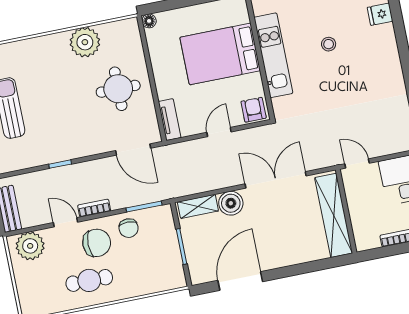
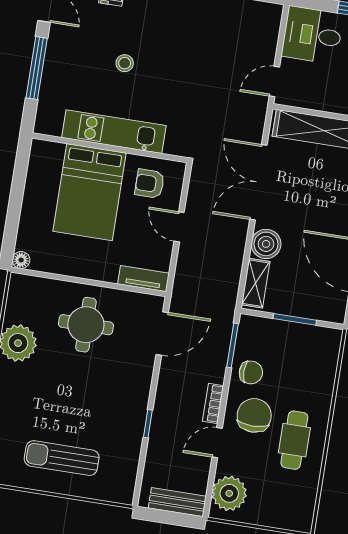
armchair: (254, 110) -> (150, 184), moved

